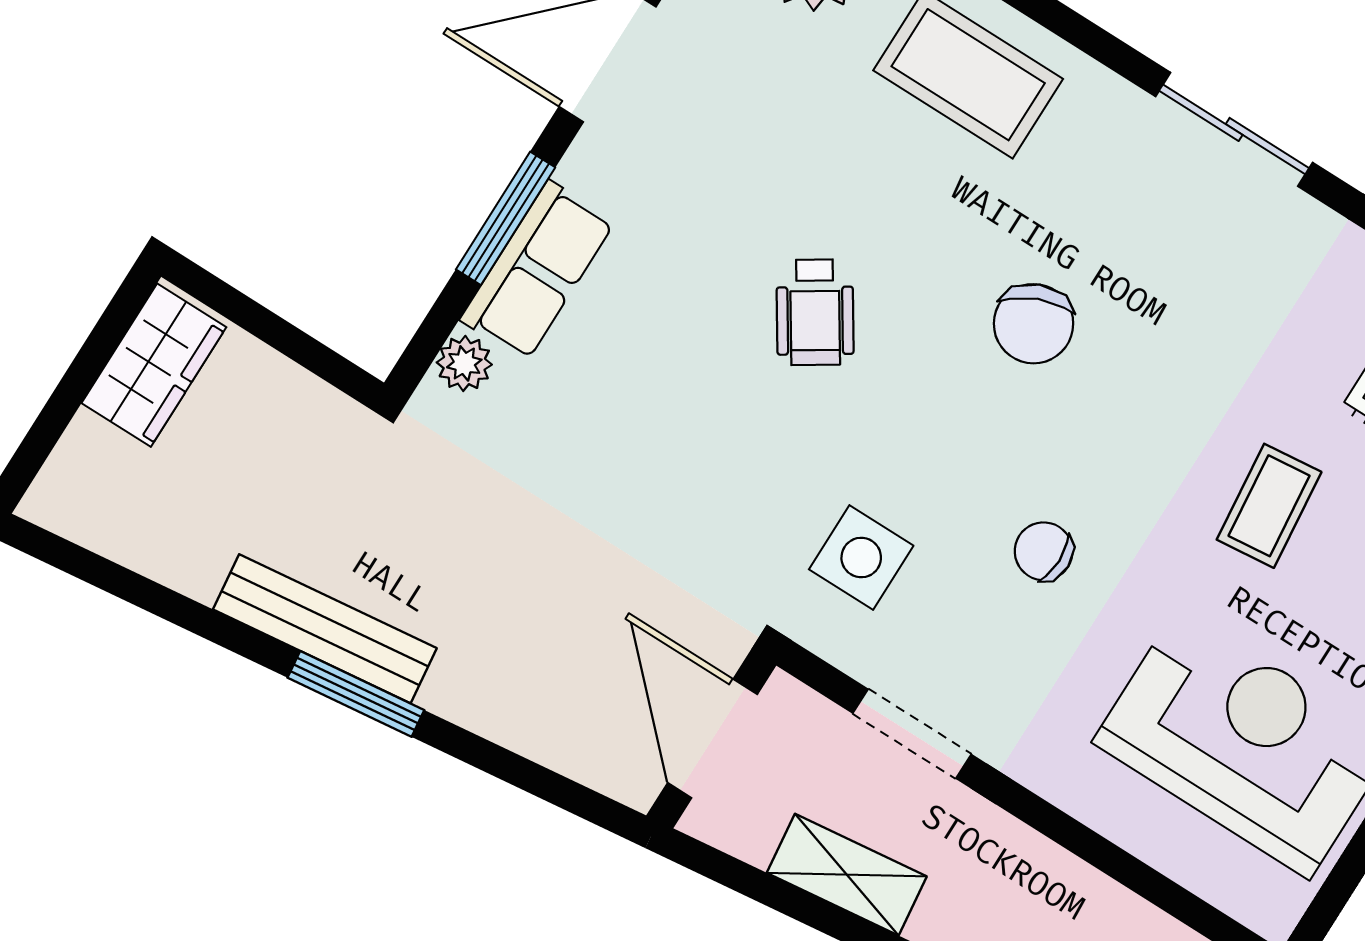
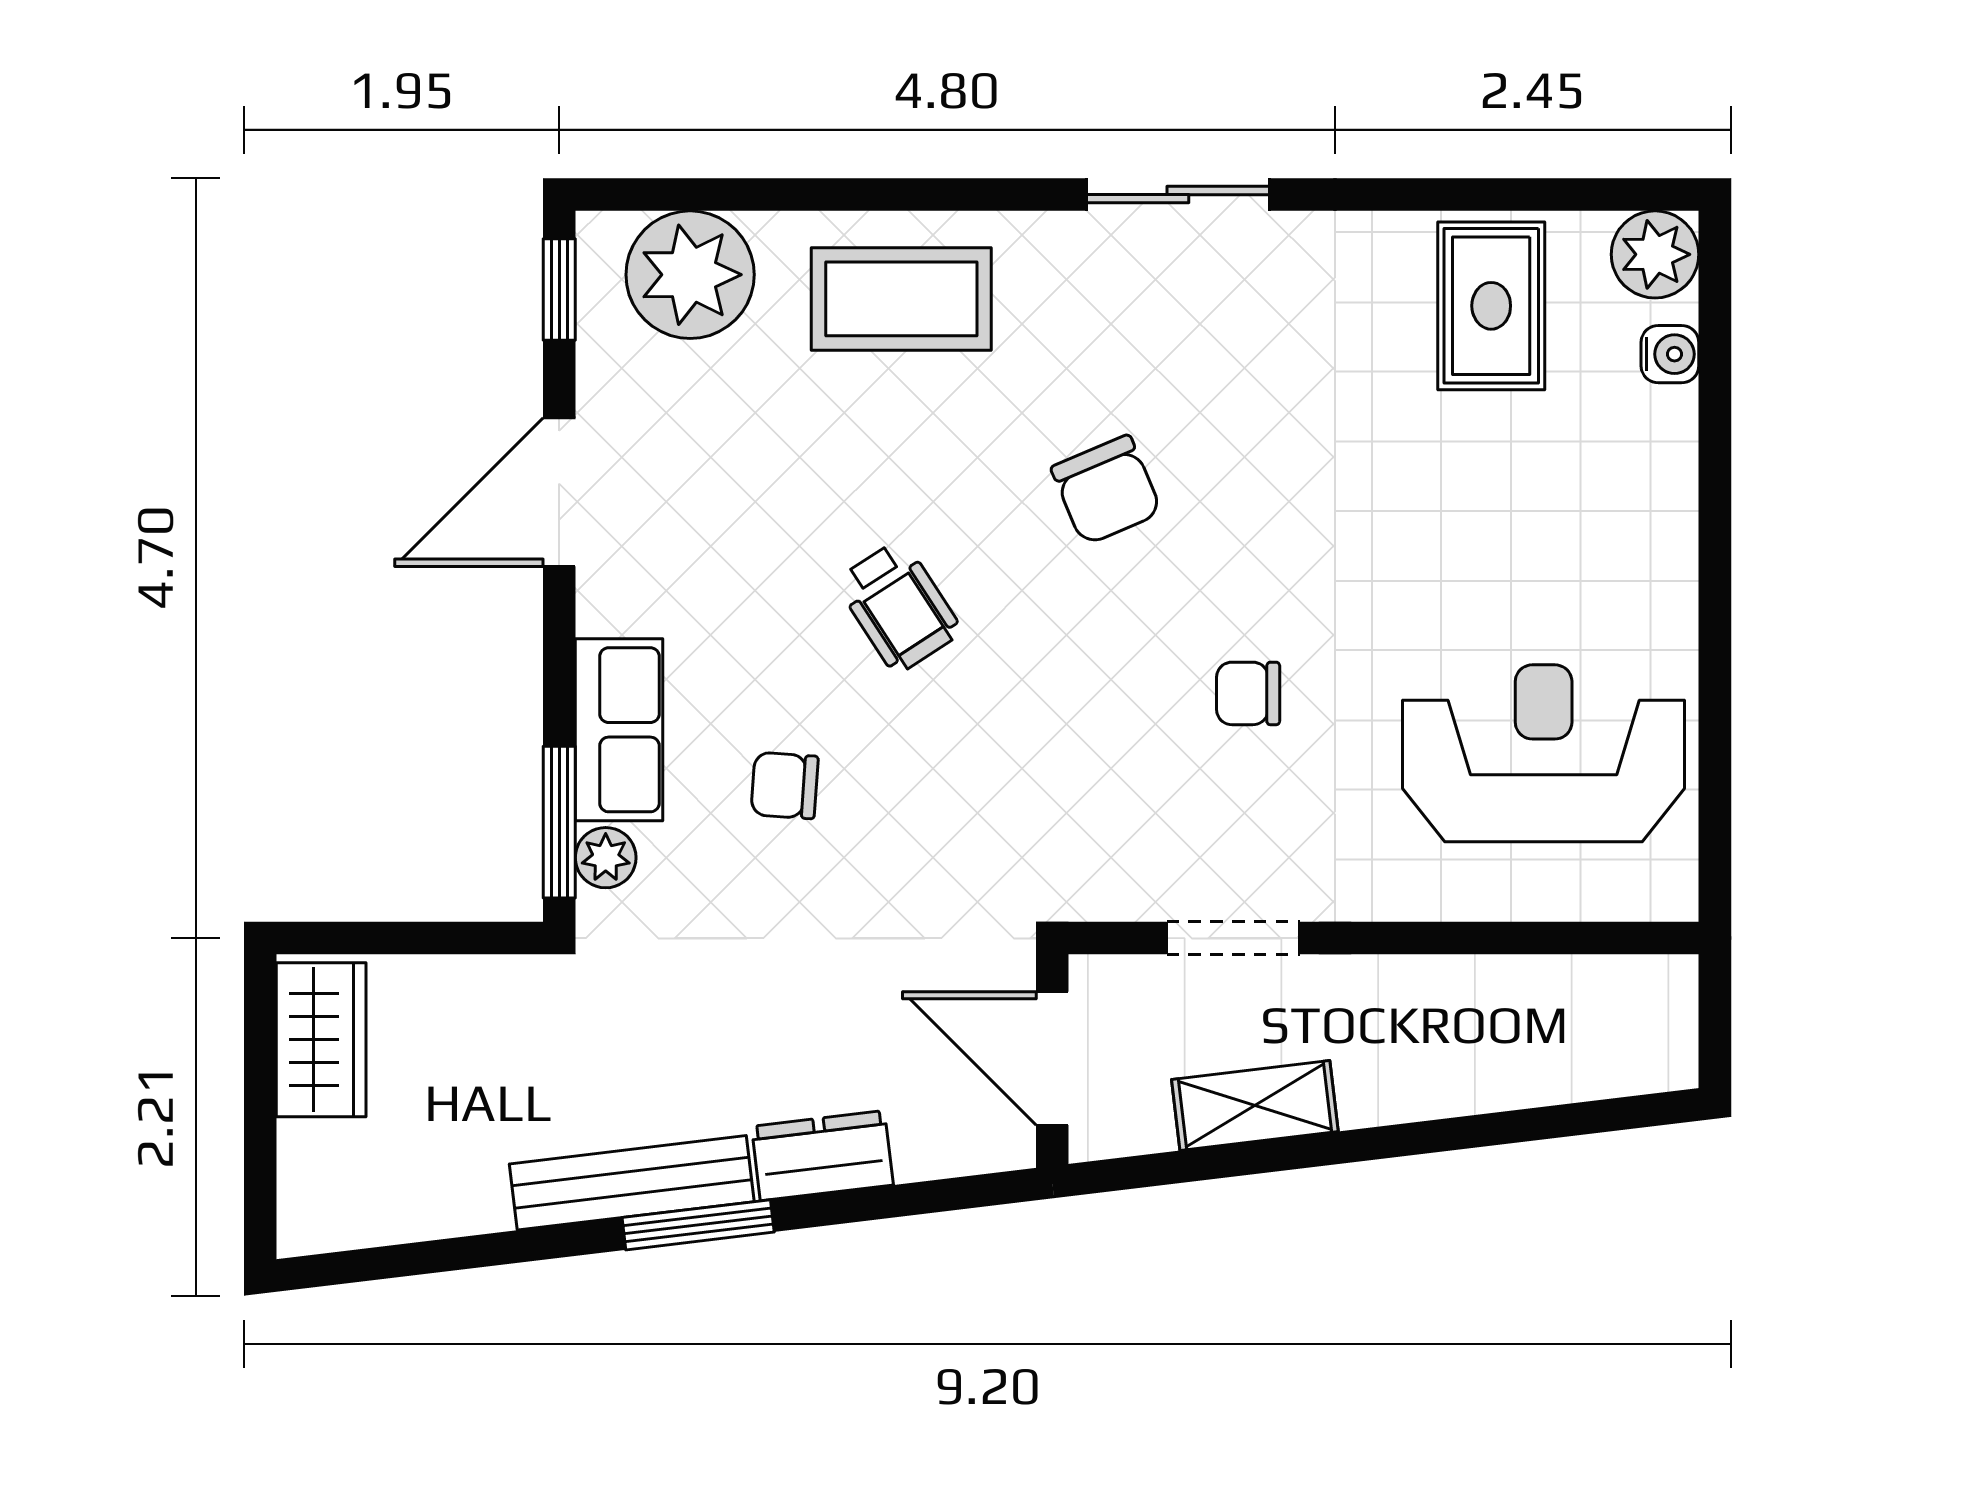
window: (506, 218) -> (559, 822), moved
chair: (639, 395) -> (785, 785), added
coffee table: (1269, 506) -> (1429, 521), removed
side table: (861, 558) -> (1084, 805), removed
dresser: (486, 701) -> (822, 1156), added

